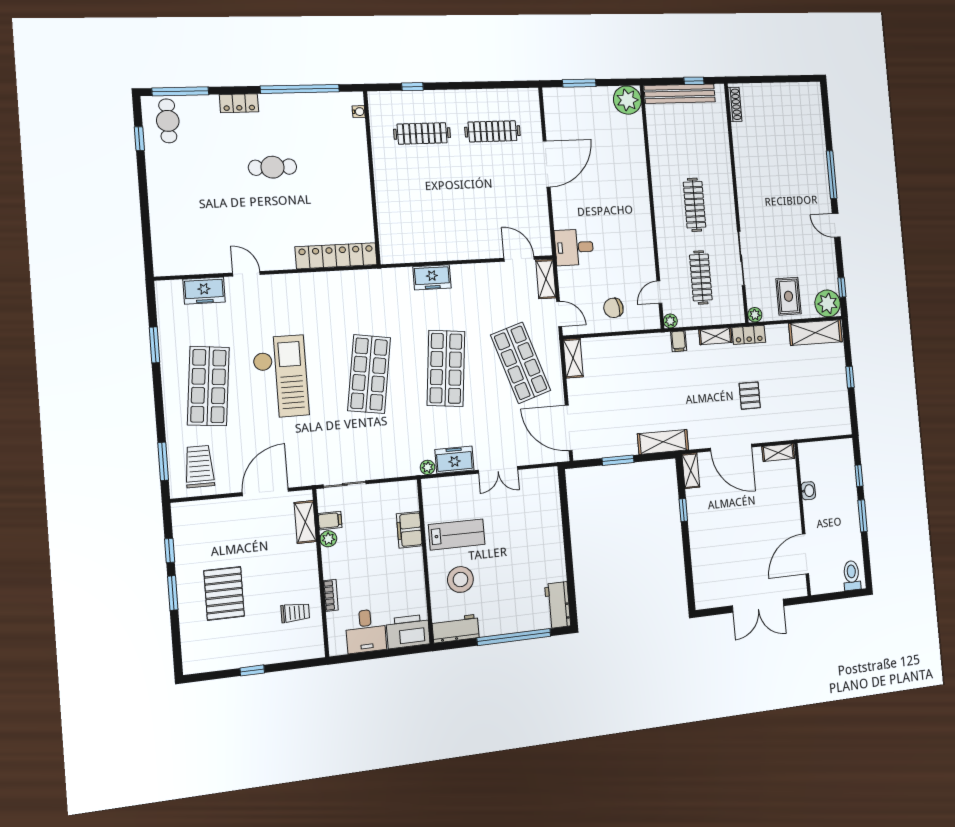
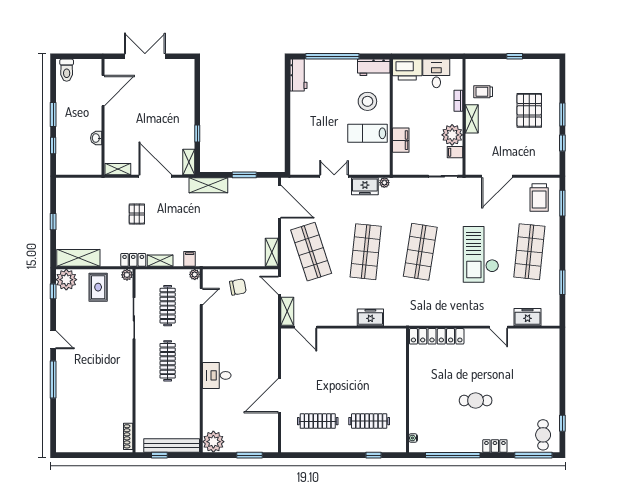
desk: (574, 247) -> (217, 375), moved, turned 180
shelving: (305, 522) -> (472, 119), moved
plant: (328, 539) -> (452, 135), width x1.88, depth x1.88

